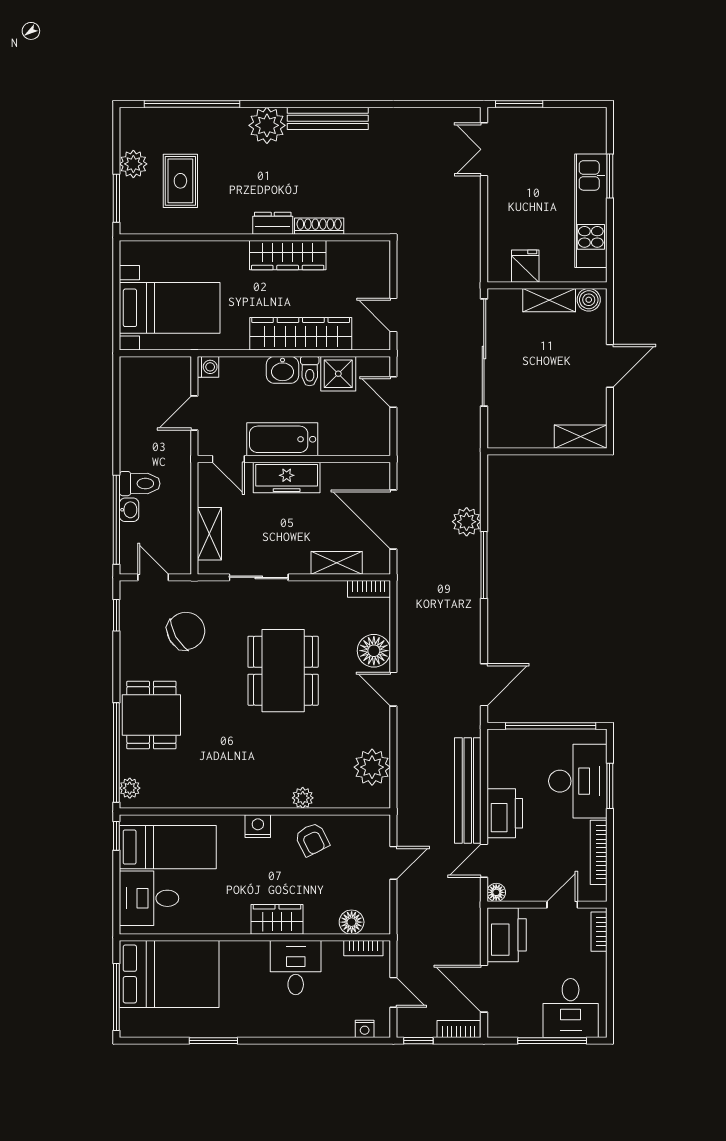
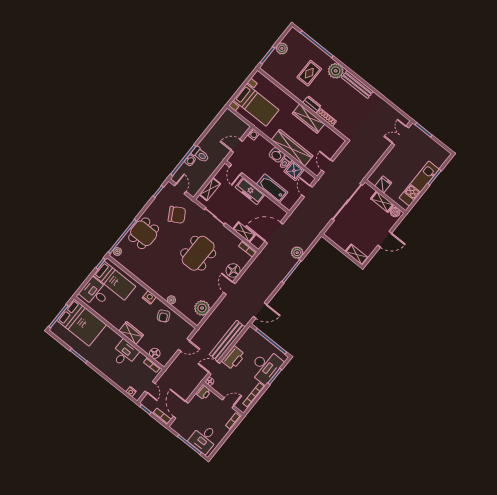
rug: (180, 181) -> (309, 73), moved
bathtub: (282, 439) -> (272, 188), moved
door: (393, 520) -> (274, 233), hinge flipped
printer: (507, 935) -> (203, 392), width x0.53, depth x0.68

